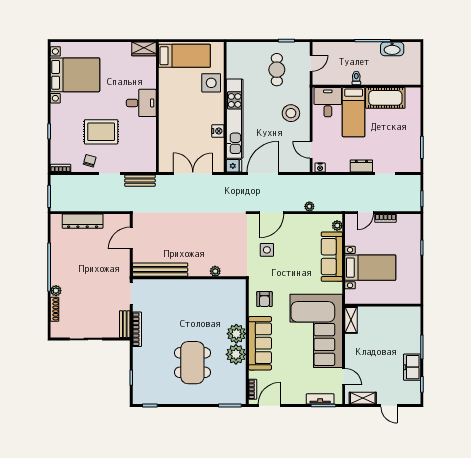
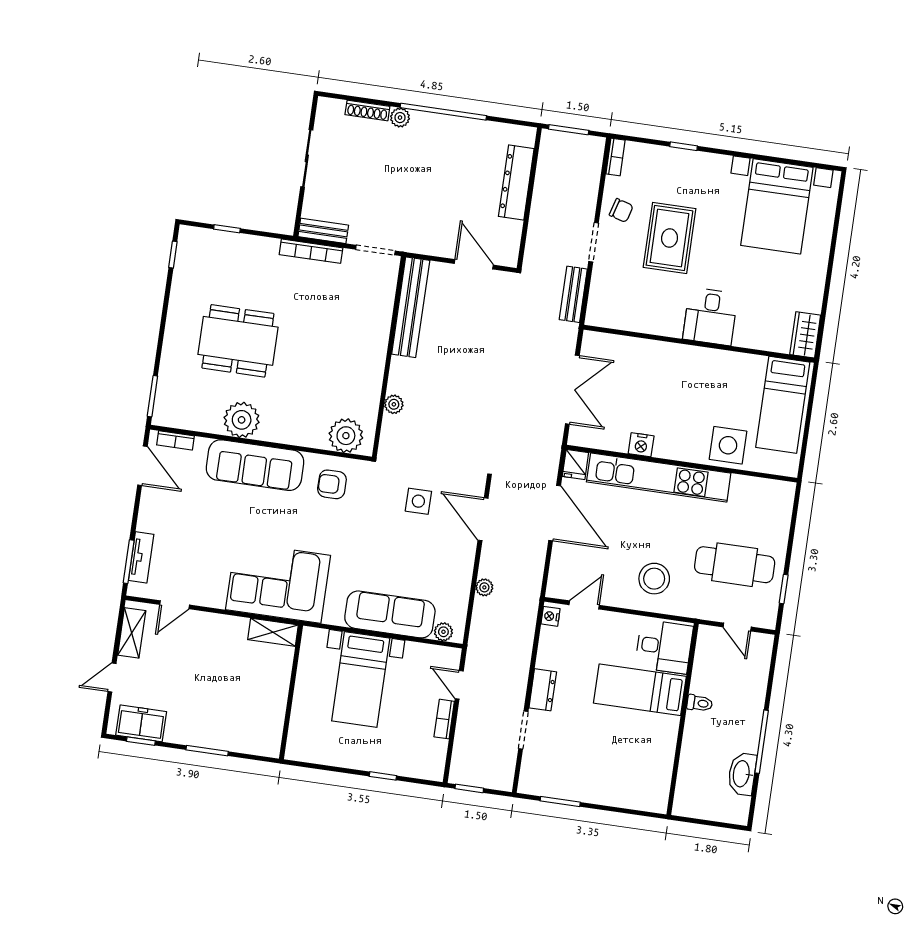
cafe table: (277, 70) -> (735, 565), width x1.37, depth x1.35
cot: (385, 98) -> (657, 749), removed
corner sofa: (316, 331) -> (278, 583), width x0.73, depth x0.74
plant: (236, 334) -> (346, 436), moved
freezer: (412, 367) -> (141, 723), moved

